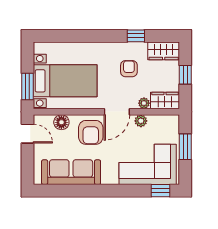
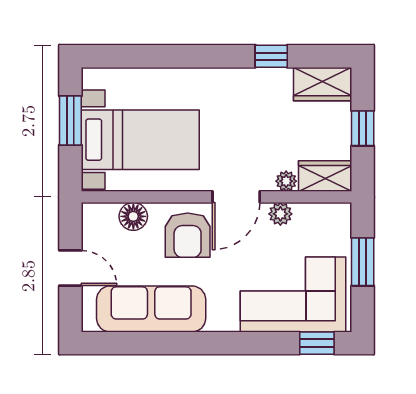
armchair: (129, 69) -> (258, 117), removed
window: (27, 87) -> (70, 120), moved
door: (27, 134) -> (70, 268), moved

